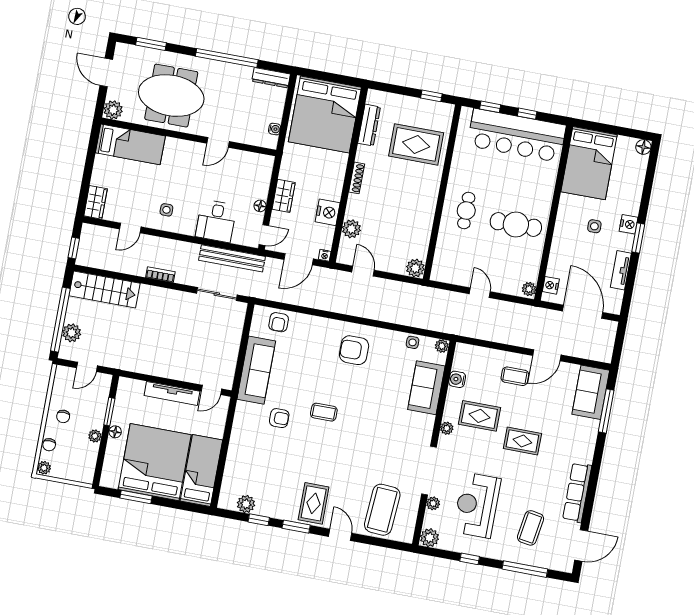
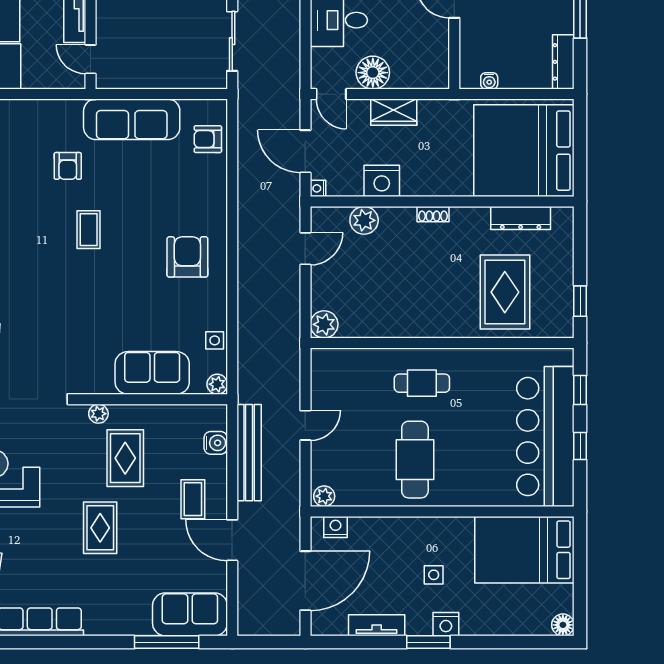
shoe rack: (357, 178) -> (433, 214), width x0.70
floor lamp: (260, 206) -> (373, 73), width x1.89, depth x1.89
bench: (232, 258) -> (249, 453), moved
water cooler: (457, 379) -> (216, 443), moved, turned 90

